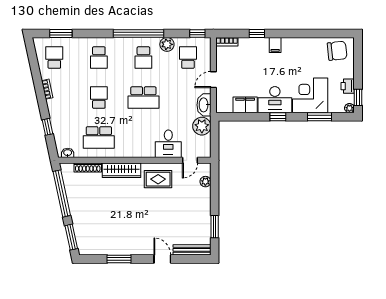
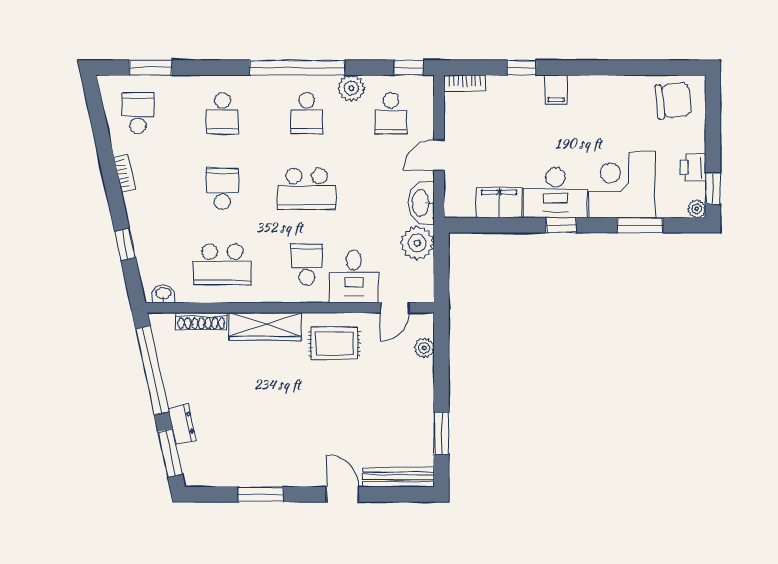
school desk: (188, 58) -> (391, 113), turned 180
school desk: (143, 137) -> (307, 264), added
dresser: (78, 222) -> (182, 424), added

